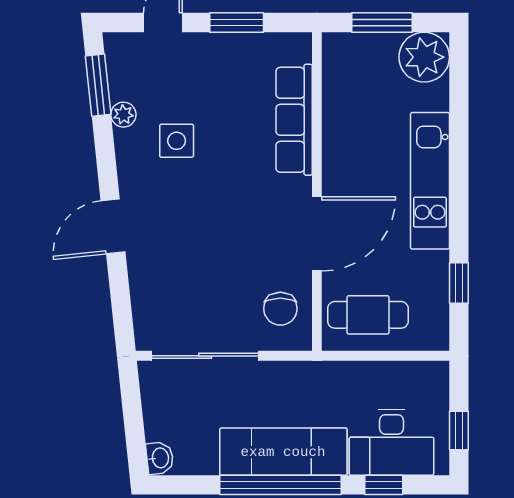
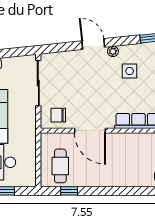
plant: (123, 115) -> (113, 51), moved
kitchen unit: (430, 181) -> (113, 179), removed
cafe table: (368, 315) -> (60, 166), moved

